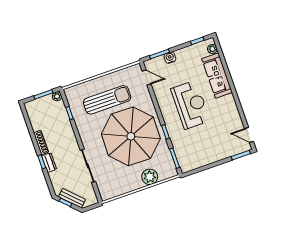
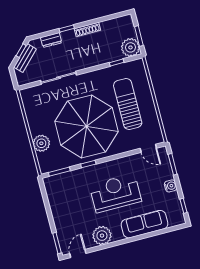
plant: (212, 49) -> (102, 236), moved, width x1.87, depth x1.87
water cooler: (170, 58) -> (171, 186), moved
door: (147, 78) -> (148, 148), hinge flipped
plant: (57, 96) -> (130, 47), width x1.88, depth x1.88
sun lounger: (107, 100) -> (128, 104), turned 180
reception desk: (190, 105) -> (115, 193), turned 180
dresser: (49, 163) -> (51, 40), moved

